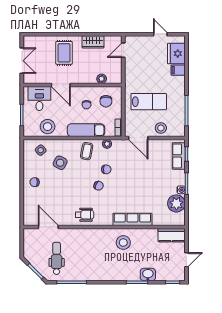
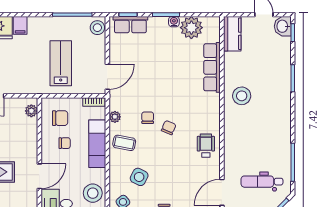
plant: (102, 79) -> (31, 111), moved
stool: (161, 128) -> (97, 28), moved
row of seats: (132, 219) -> (212, 67), moved
washbasin: (148, 275) -> (283, 26), moved

